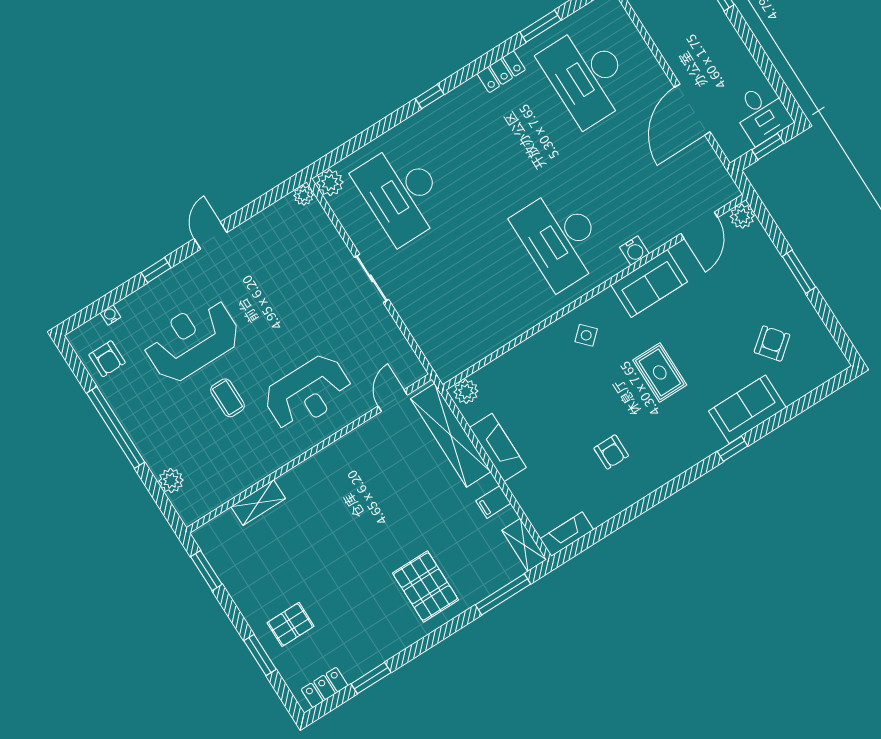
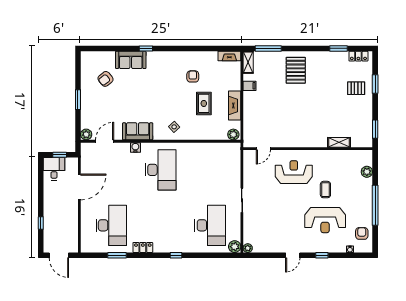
rug: (660, 372) -> (204, 103), moved
shelving: (451, 435) -> (250, 122), removed

